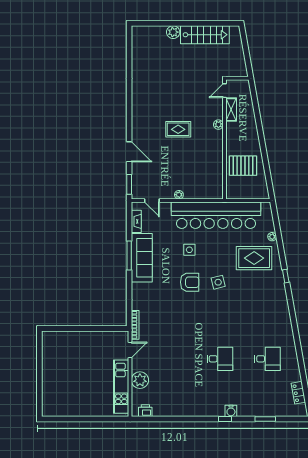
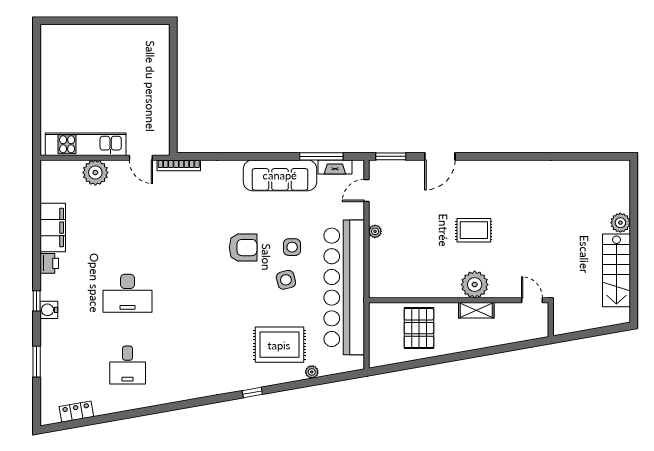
shelving: (231, 110) -> (476, 310), moved
plant: (218, 125) -> (475, 285), width x1.88, depth x1.88
rug: (178, 129) -> (474, 230), turned 90
window: (129, 256) -> (321, 156), moved
rug: (254, 258) -> (279, 345), turned 90
armchair: (190, 282) -> (243, 248), turned -90
side table: (218, 282) -> (286, 280), moved
desk: (220, 359) -> (128, 293), width x1.37
filing cabinet: (176, 408) -> (53, 228), added
printer: (145, 411) -> (49, 263), moved

